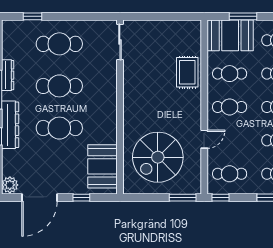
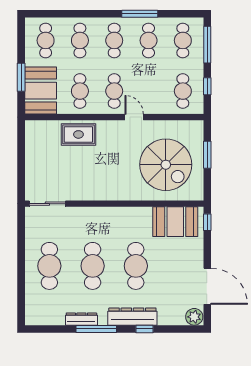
window: (32, 16) -> (21, 293), removed
door: (204, 139) -> (134, 117), moved
window: (81, 198) -> (207, 222), moved
window: (183, 198) -> (207, 155), moved
window: (220, 198) -> (207, 86), moved

